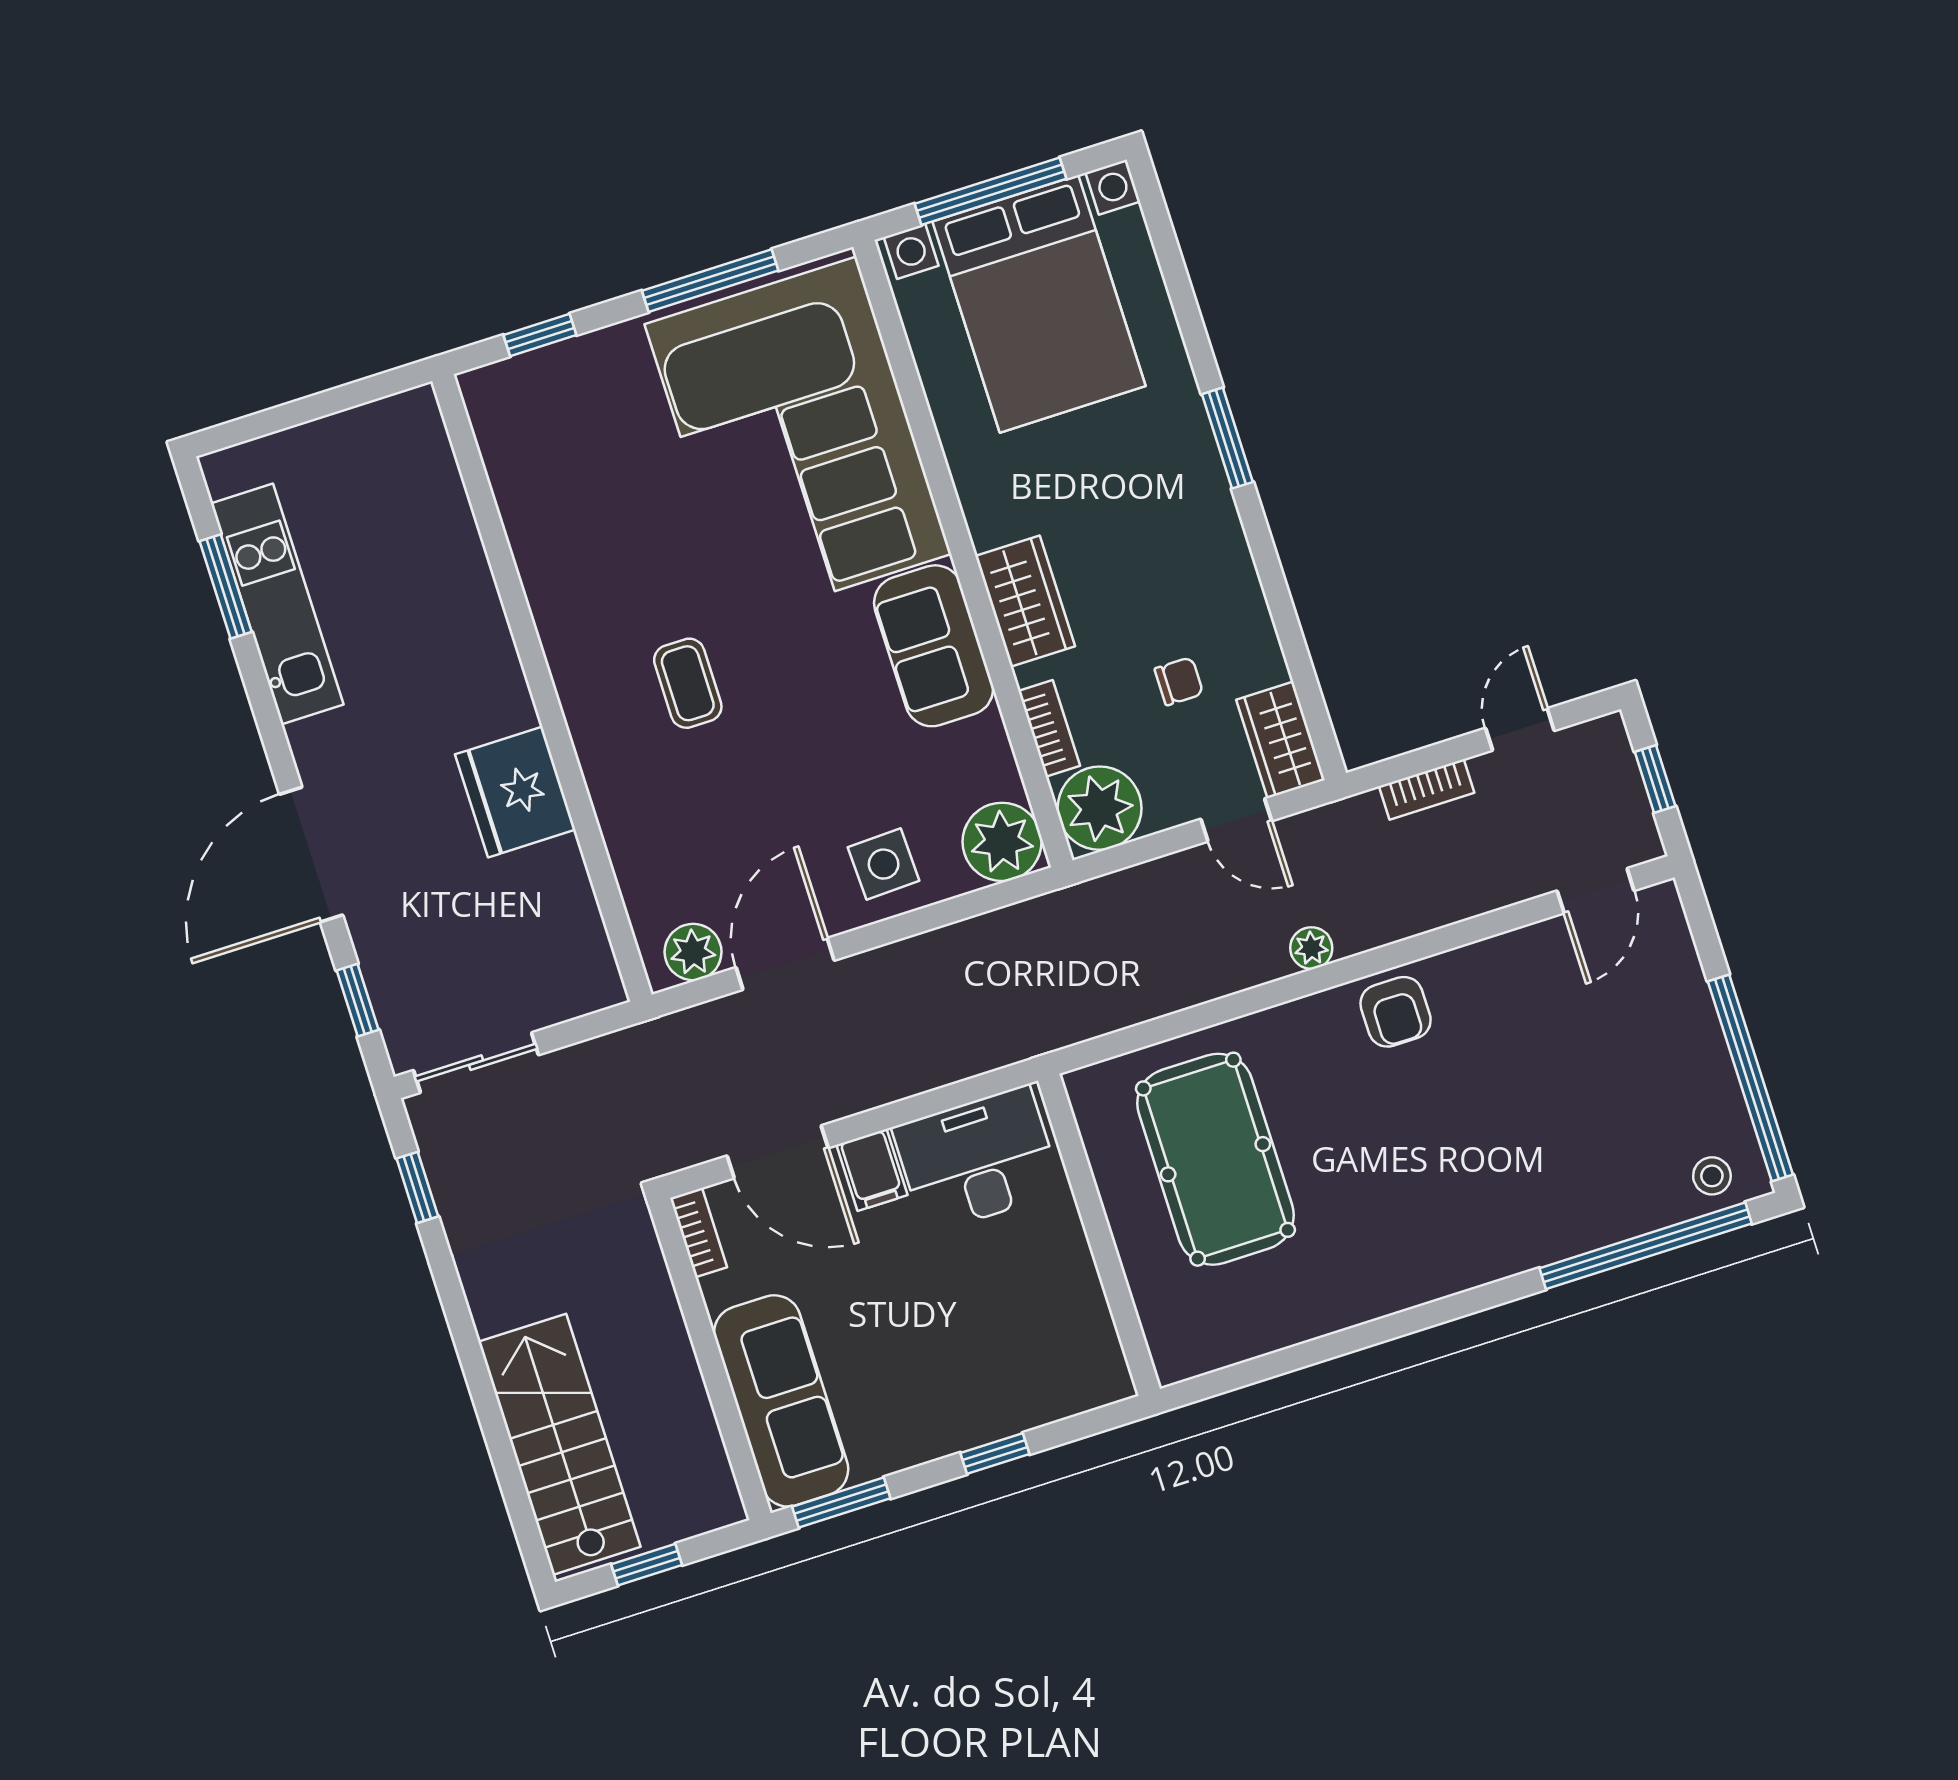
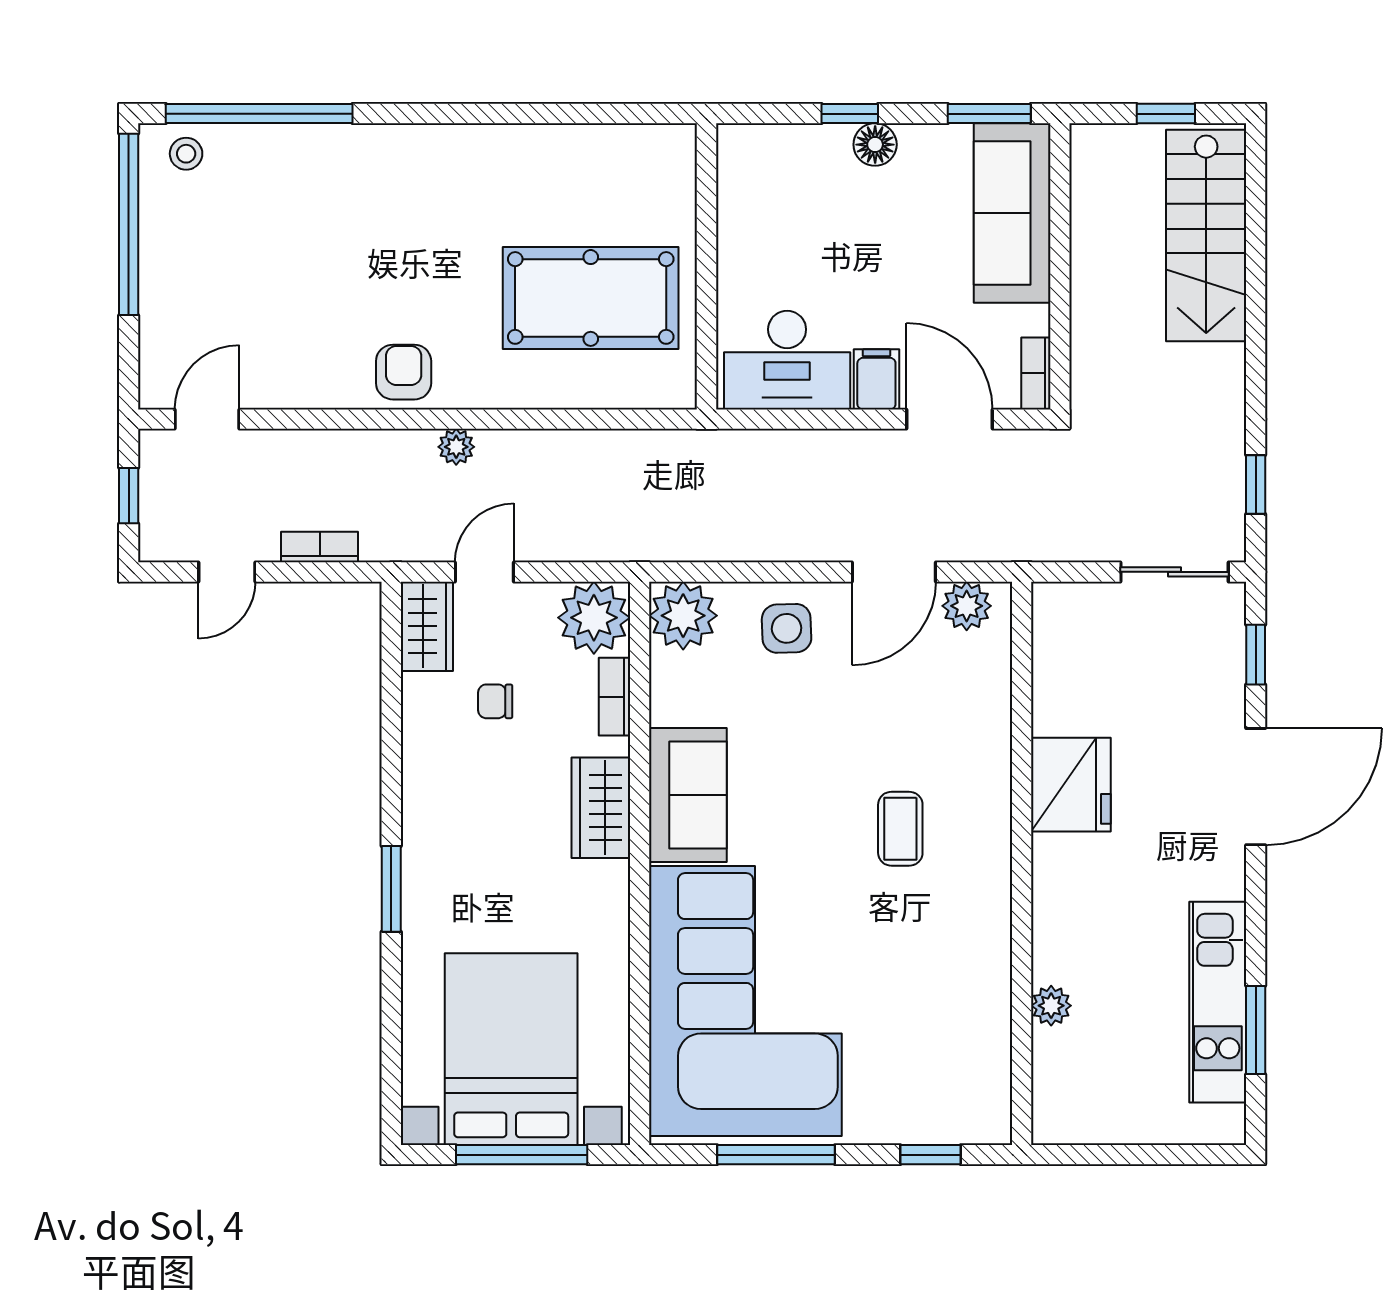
plant: (459, 541) -> (1051, 1006), added
door: (1236, 820) -> (484, 572), hinge flipped
pool table: (1215, 1159) -> (591, 298), turned 90
floor lamp: (956, 1428) -> (875, 145), added

